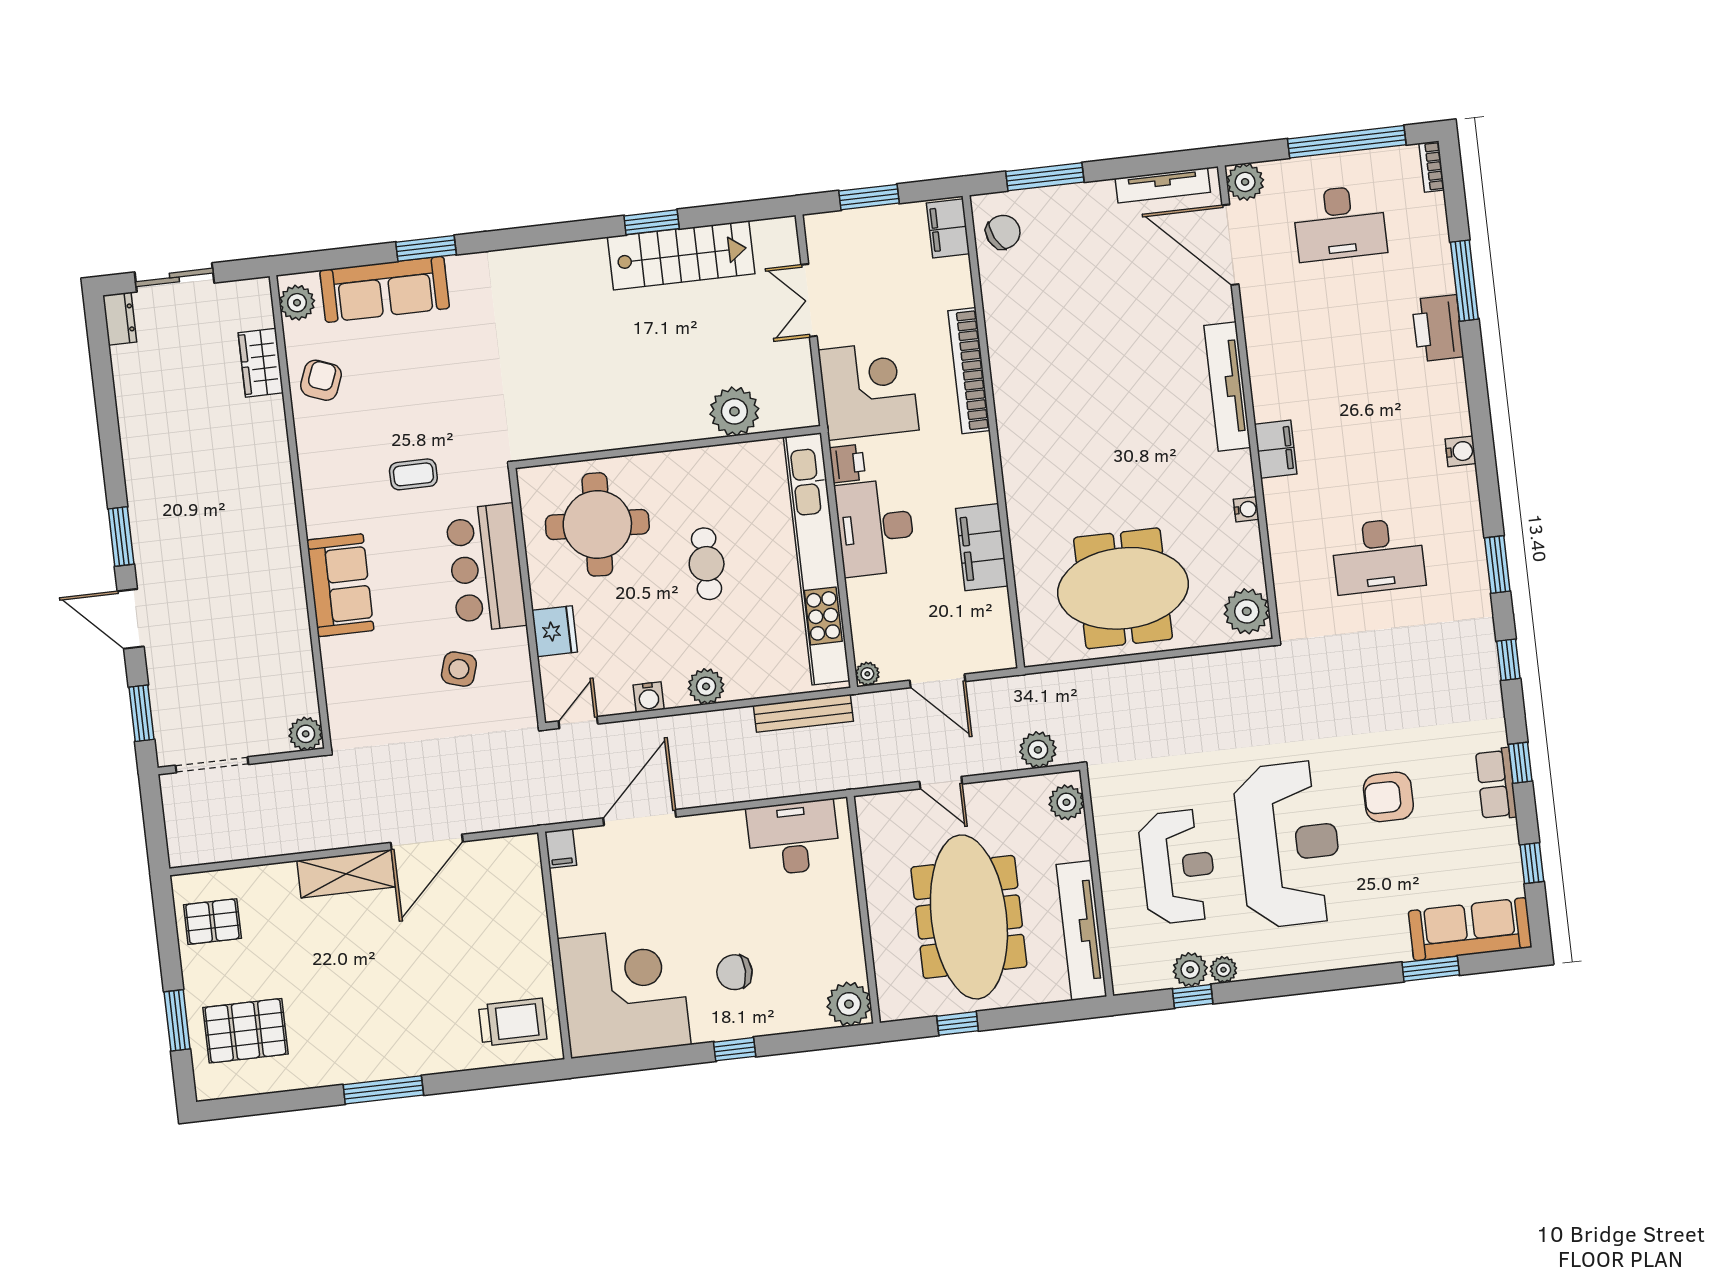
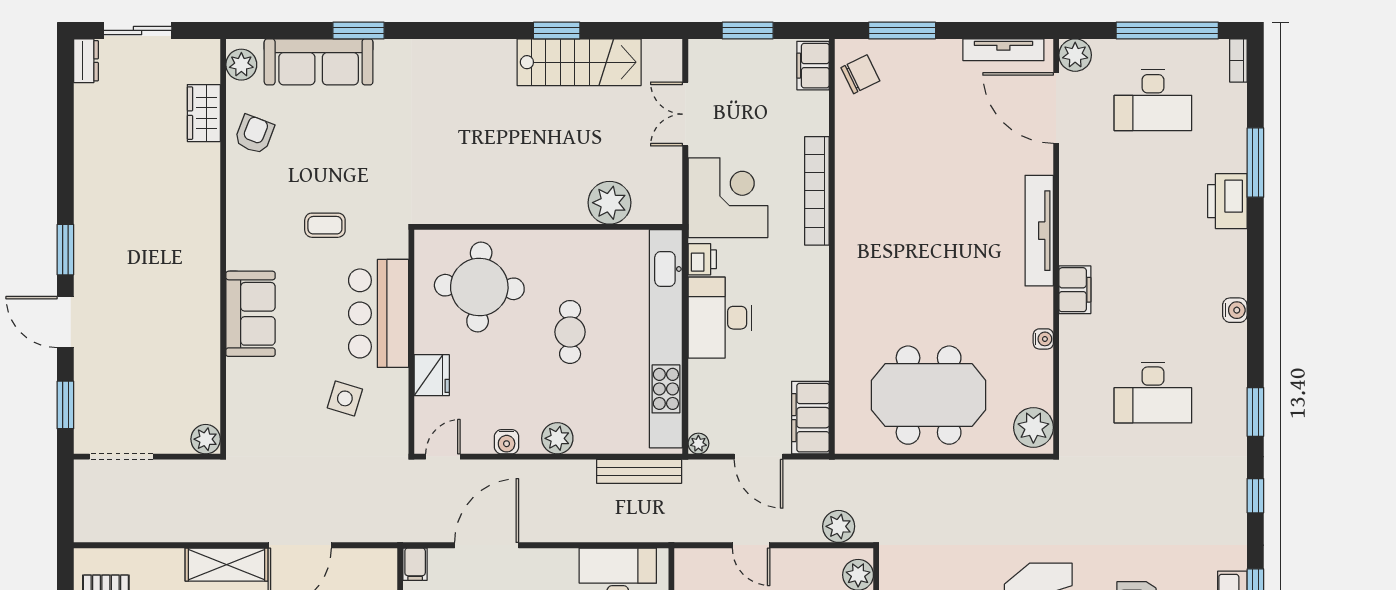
filing cabinet: (982, 547) -> (810, 418), moved

